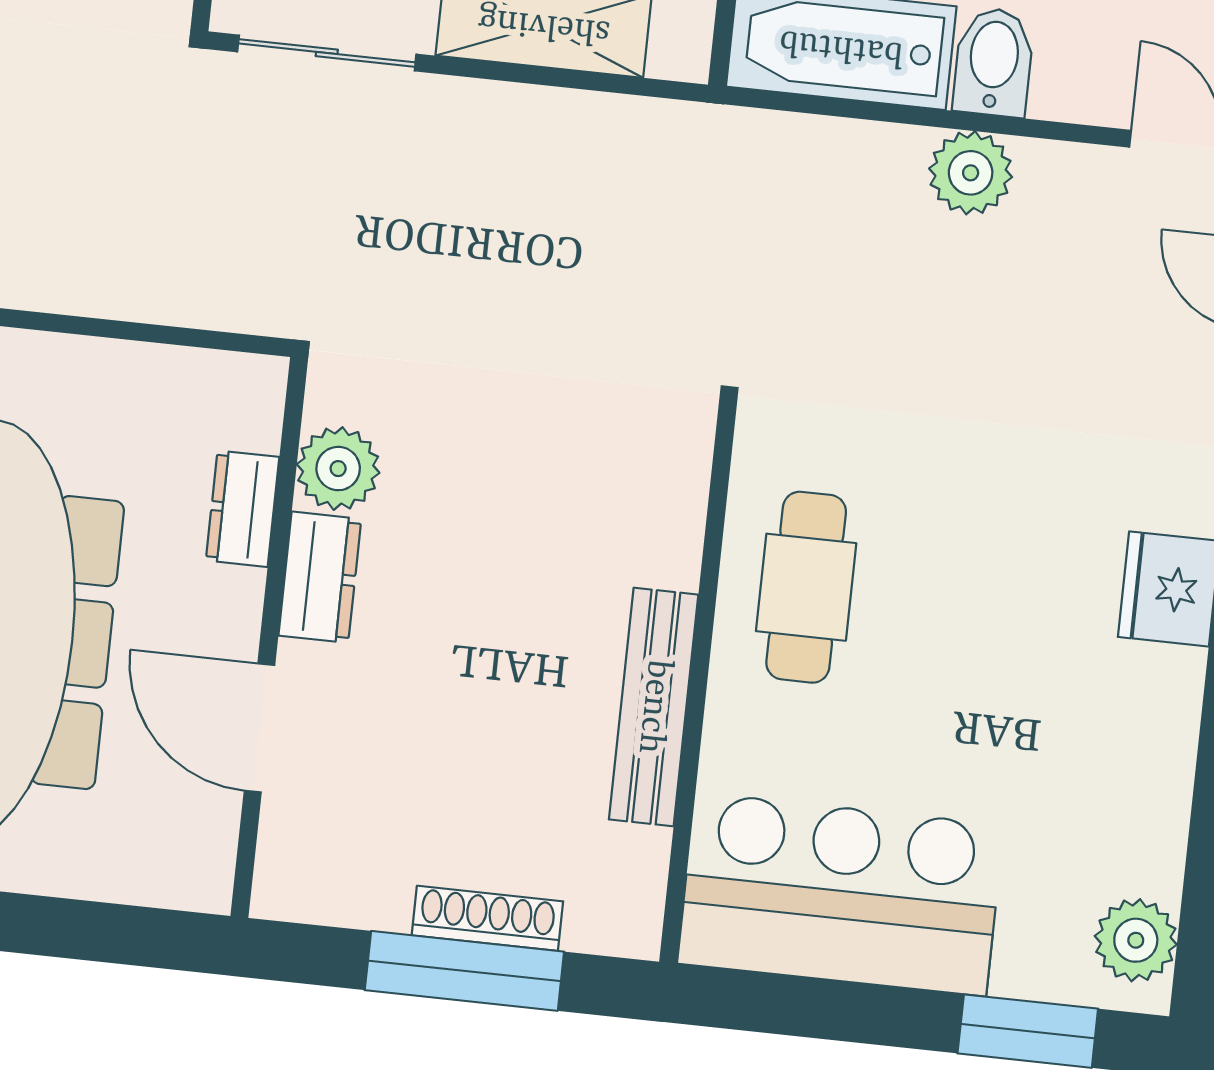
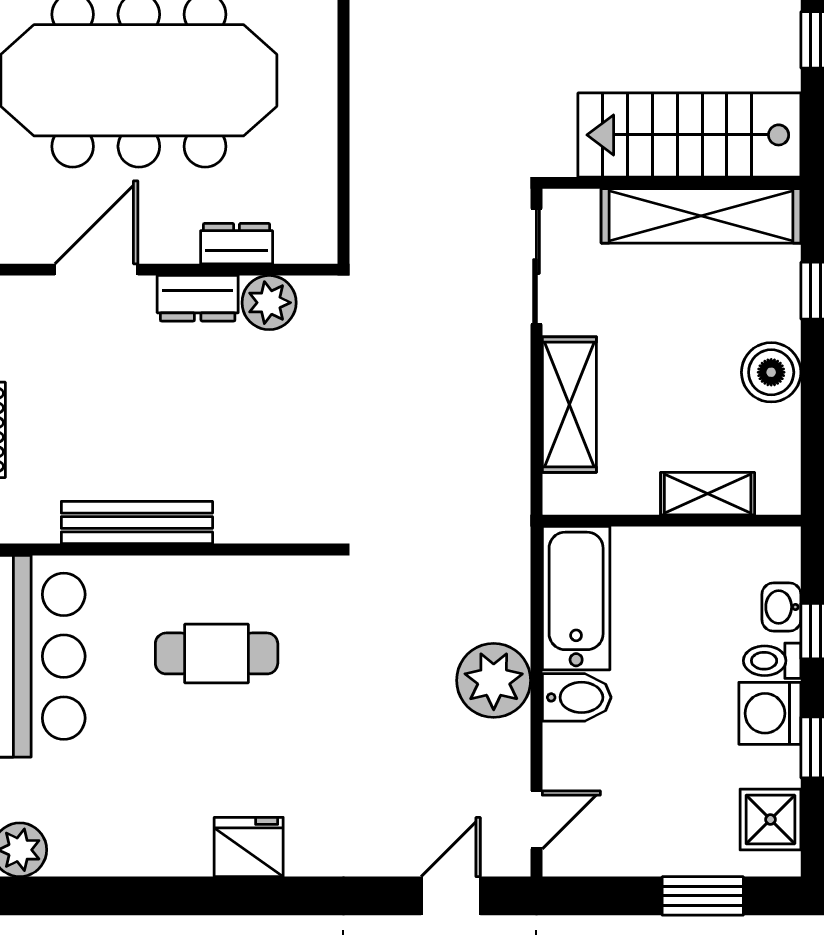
plant: (971, 173) -> (494, 680), width x1.36, depth x1.36
cafe table: (806, 587) -> (217, 653), moved

